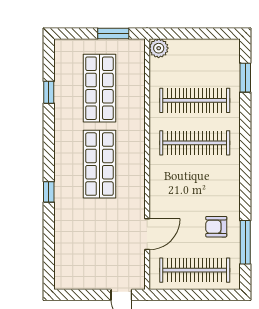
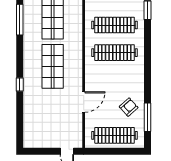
window: (49, 92) -> (20, 20), width x2.17
armchair: (216, 227) -> (129, 107), turned 138
door: (147, 234) -> (84, 102), moved

